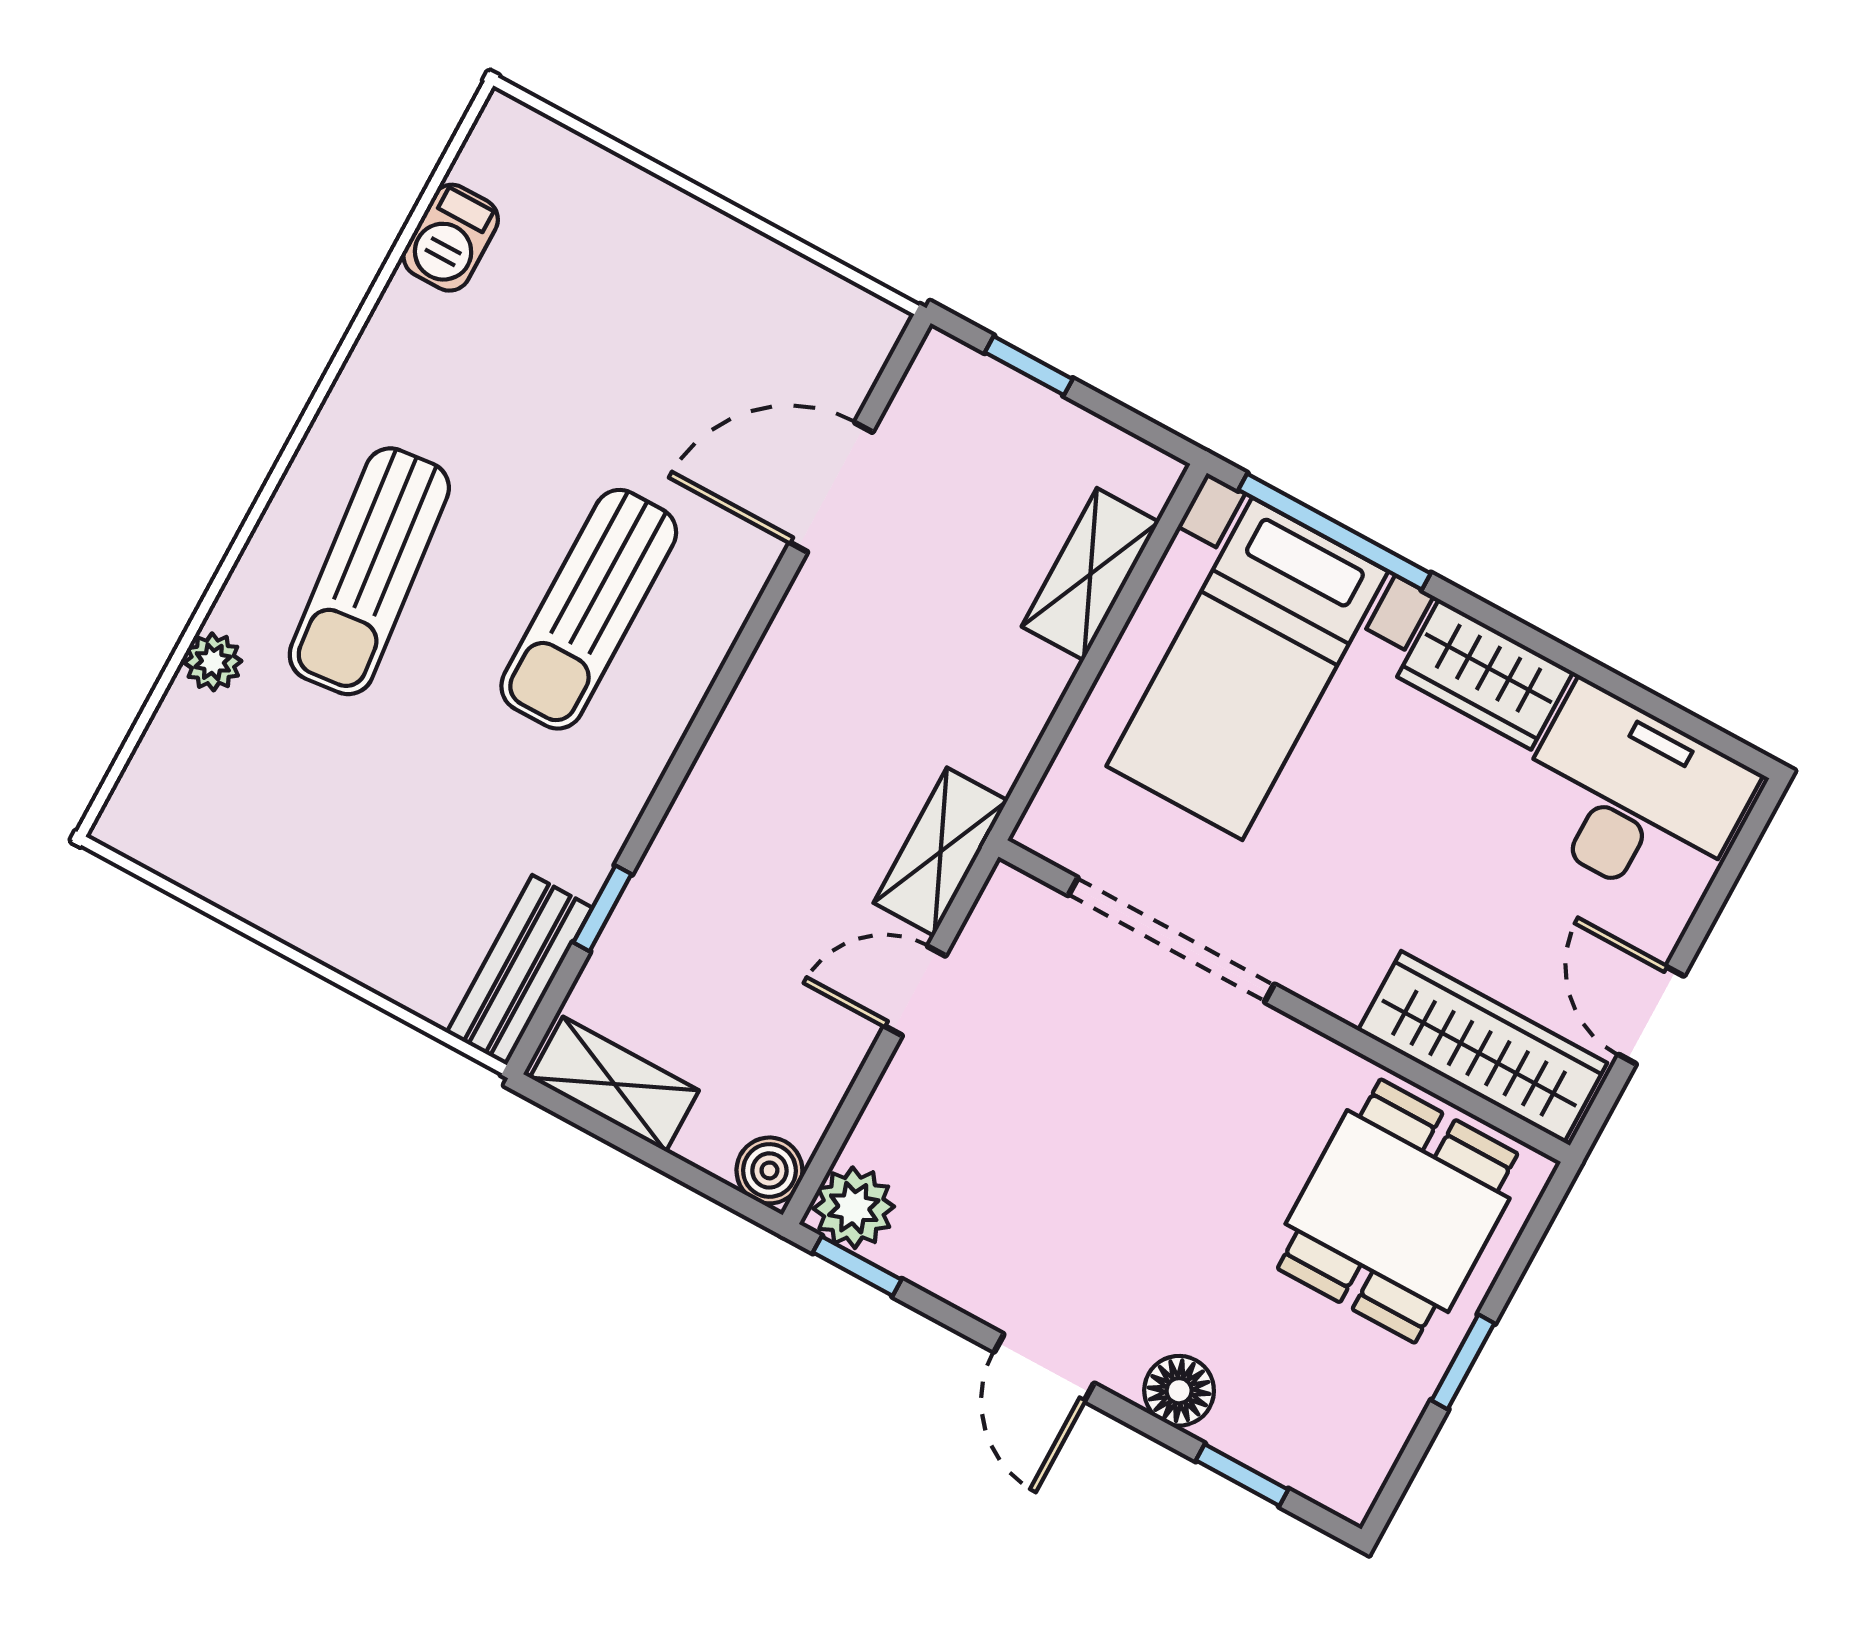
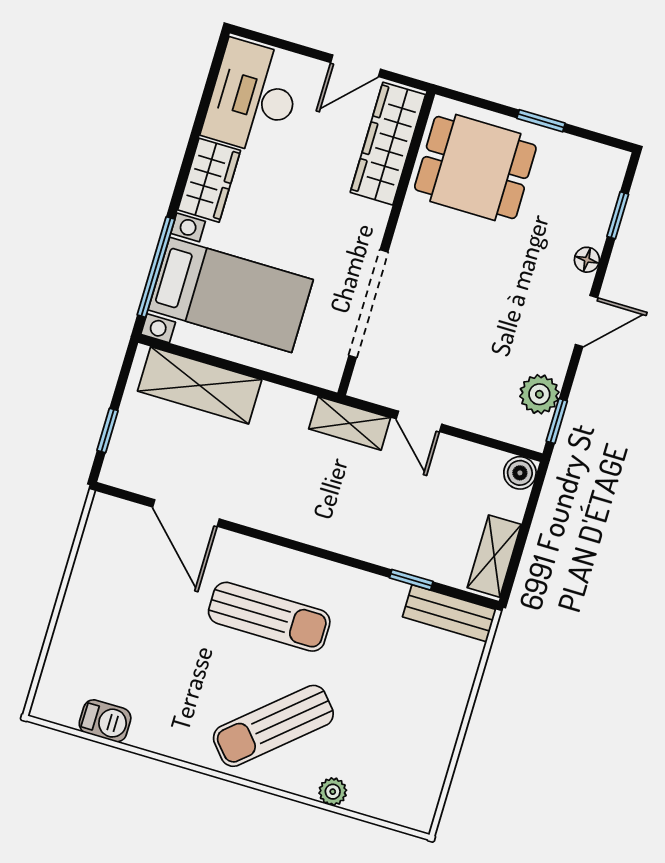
sun lounger: (369, 571) -> (273, 726), turned 145
shelving: (1090, 574) -> (200, 385), width x1.50, depth x1.33
plant: (854, 1208) -> (539, 394), moved
floor lamp: (1179, 1391) -> (587, 260), width x0.73, depth x0.73

